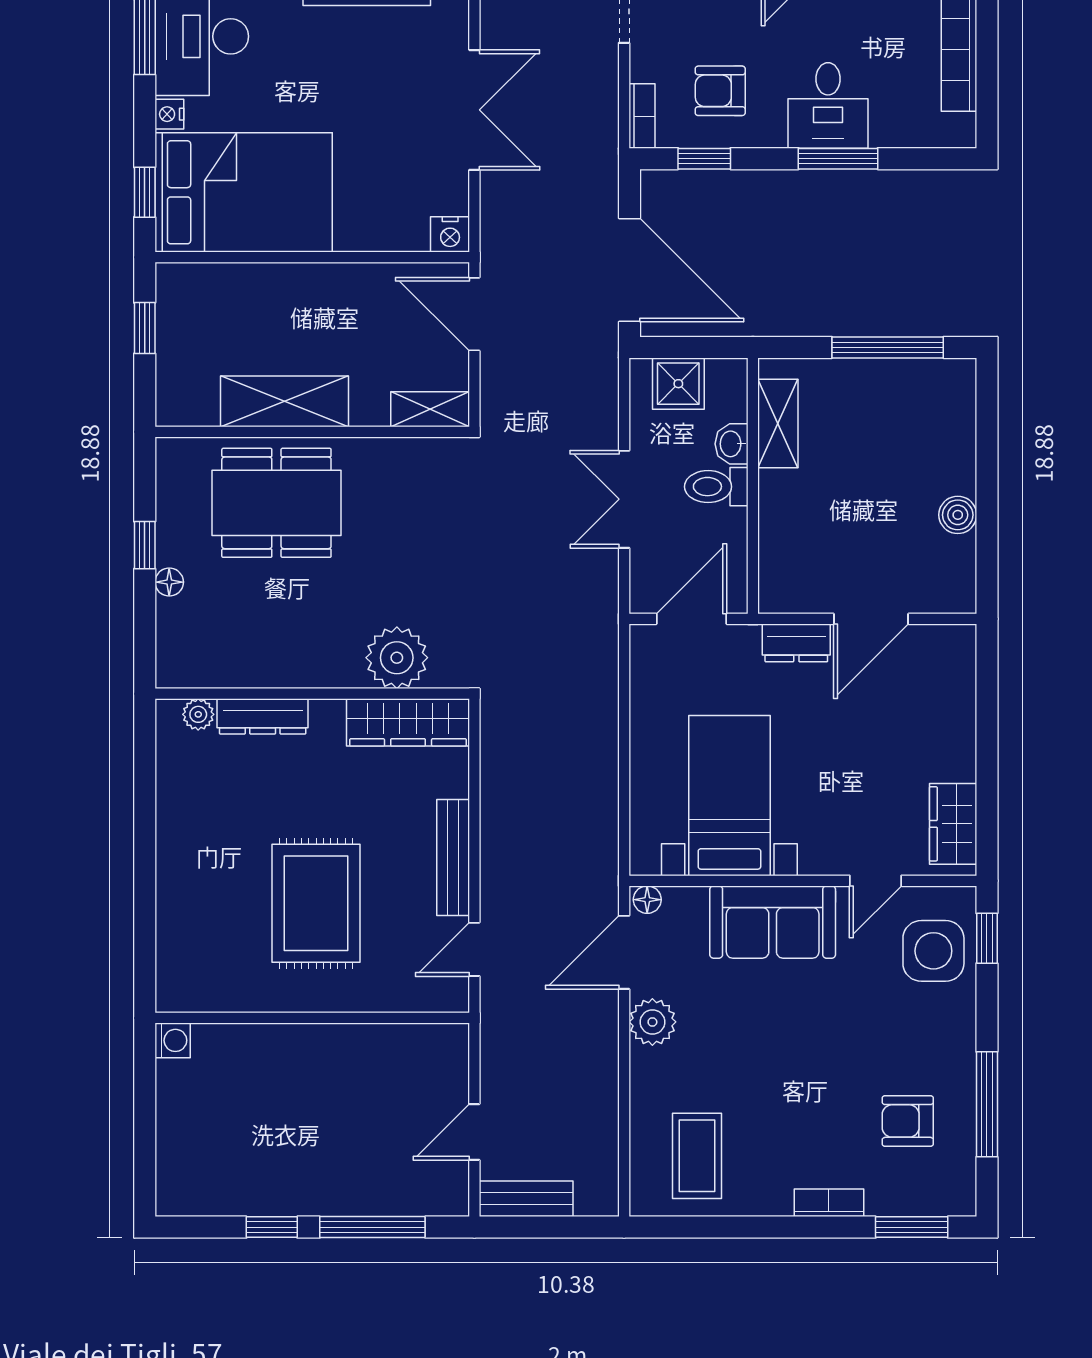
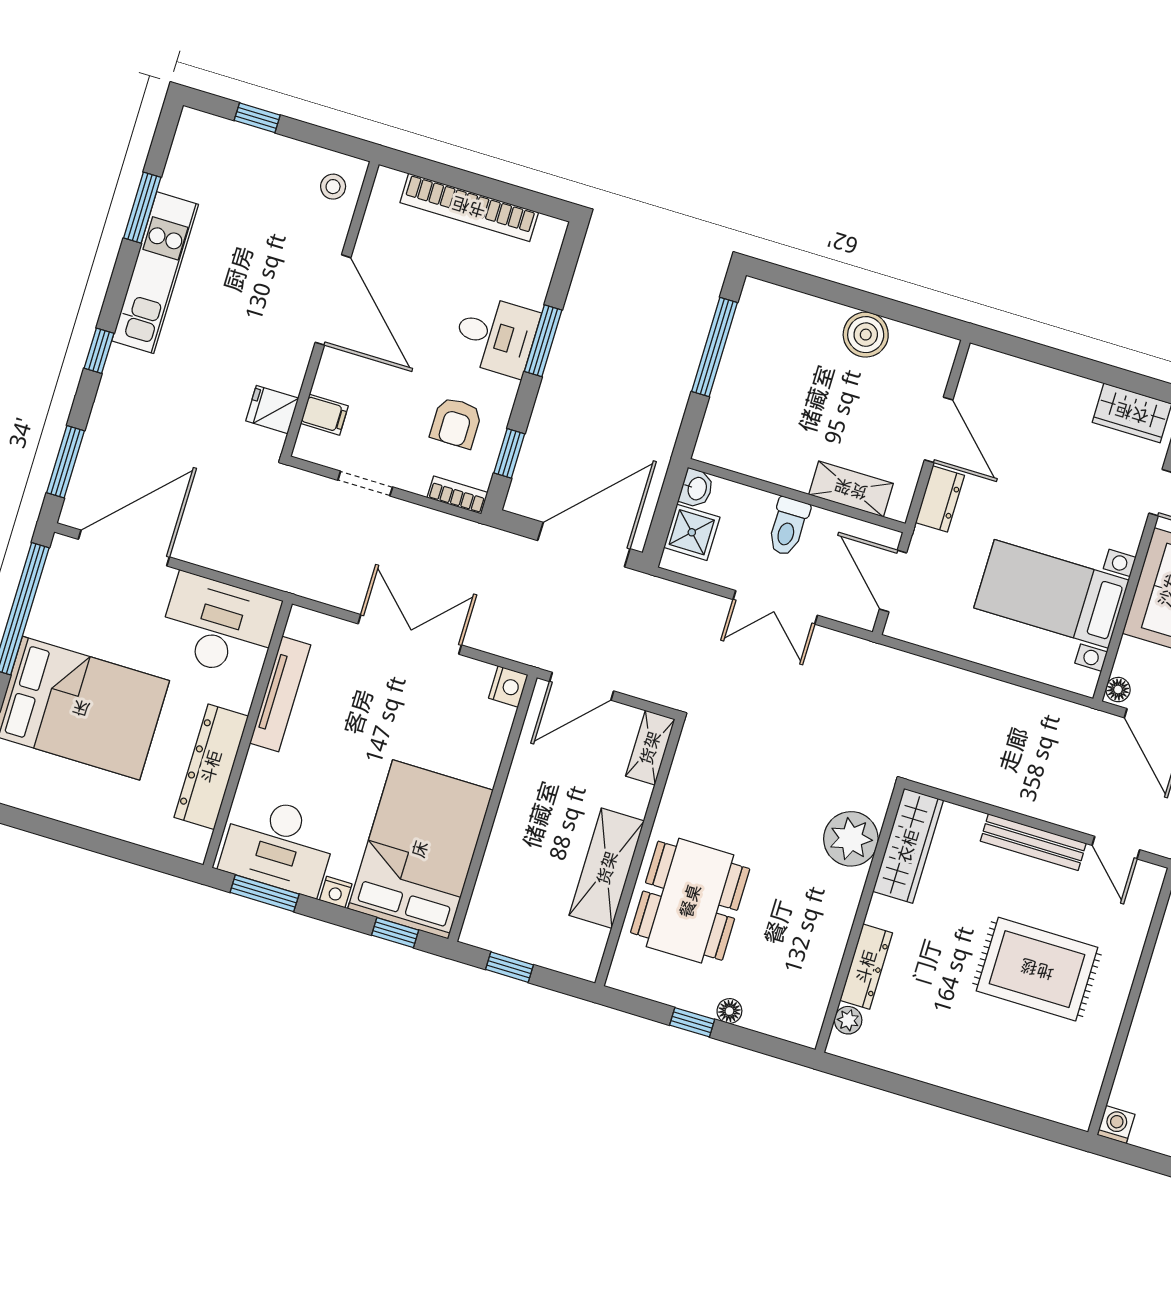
shelving: (778, 424) -> (851, 489), moved
washbasin: (732, 444) -> (696, 488), moved, turned -90
boiler: (958, 515) -> (866, 335), width x1.36, depth x1.36

